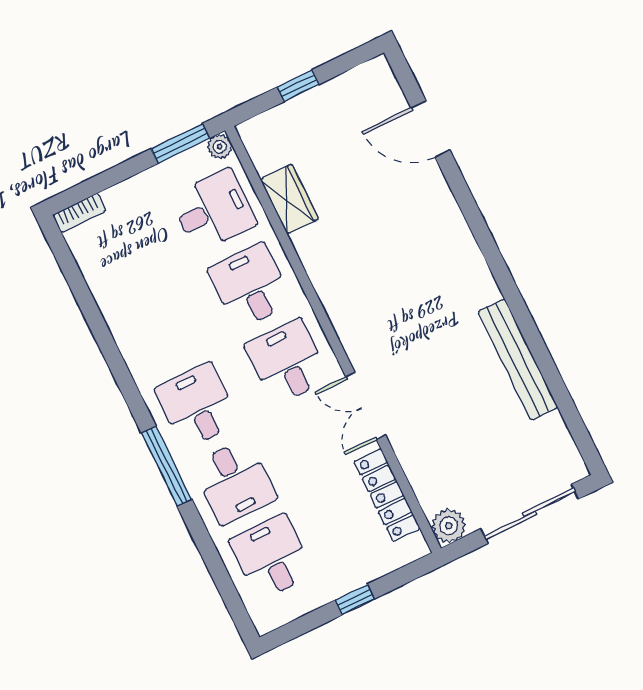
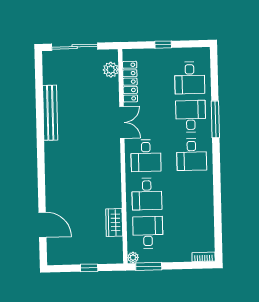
desk: (213, 210) -> (148, 232), turned 90
window: (167, 466) -> (215, 119), moved
plant: (449, 526) -> (111, 70), moved

